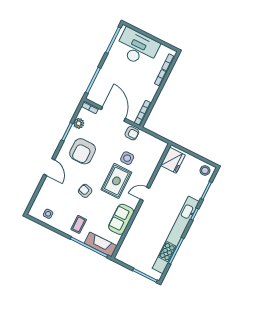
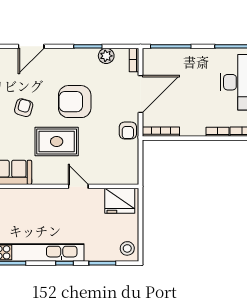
armchair: (83, 151) -> (75, 102), moved
side table: (127, 158) -> (93, 141), removed
door: (145, 194) -> (78, 186), moved

